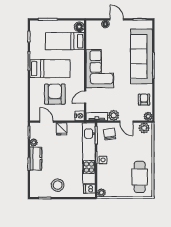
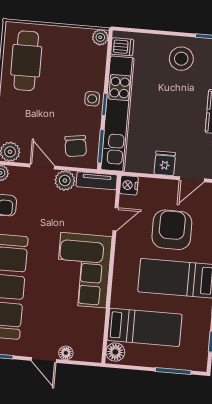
armchair: (55, 94) -> (172, 230), turned 180
door: (47, 122) -> (192, 179), hinge flipped

